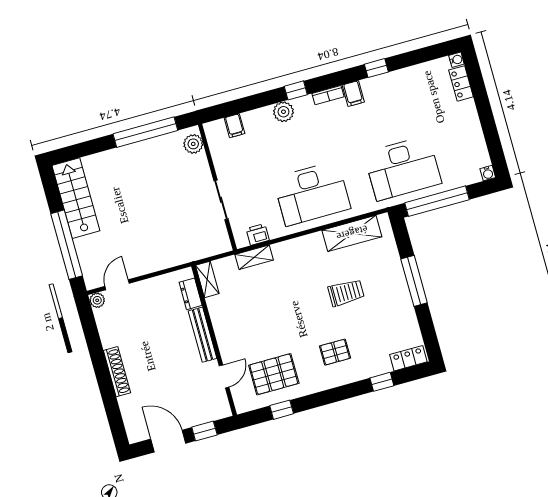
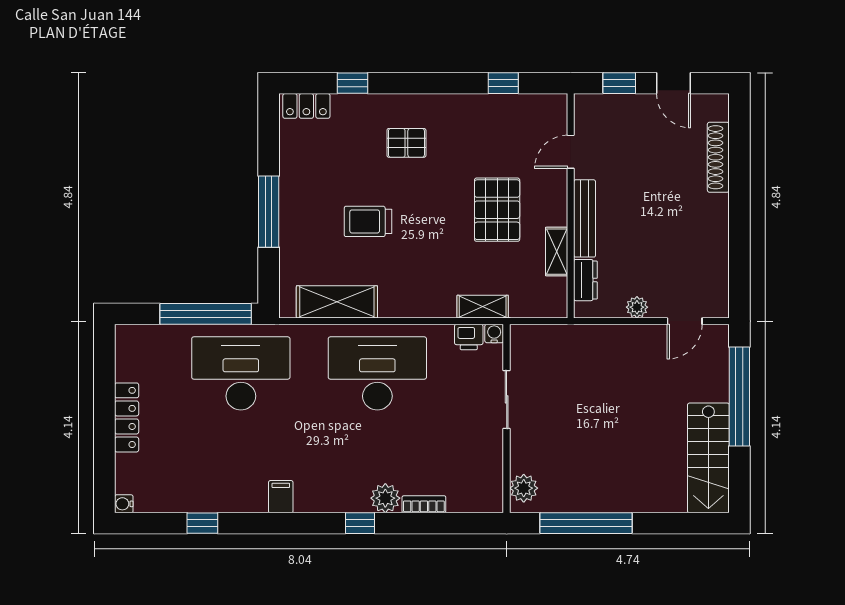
window: (376, 68) -> (202, 523), moved
locker: (461, 83) -> (127, 417), moved, width x1.53
bookcase: (328, 95) -> (424, 504), moved
filing cabinet: (234, 126) -> (459, 498), removed
water cooler: (488, 173) -> (494, 333), moved
shelving: (207, 279) -> (557, 252), moved
plant: (97, 300) -> (637, 307), moved
shoe rack: (117, 372) -> (718, 157), moved
pallet: (274, 374) -> (497, 210), moved, turned 90
door: (168, 441) -> (674, 83), width x0.73

